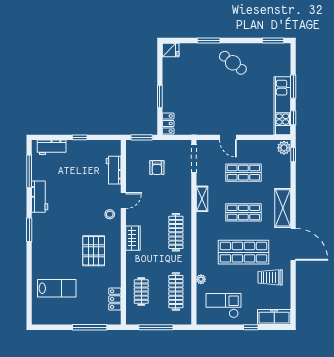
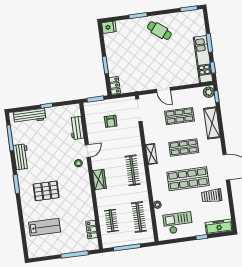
workbench: (52, 147) -> (30, 116), width x1.38
shelving: (202, 199) -> (151, 154), moved
shelving: (283, 208) -> (212, 123), moved
pallet: (94, 251) -> (46, 191), moved, turned 90

